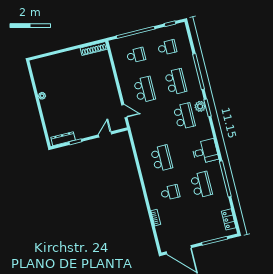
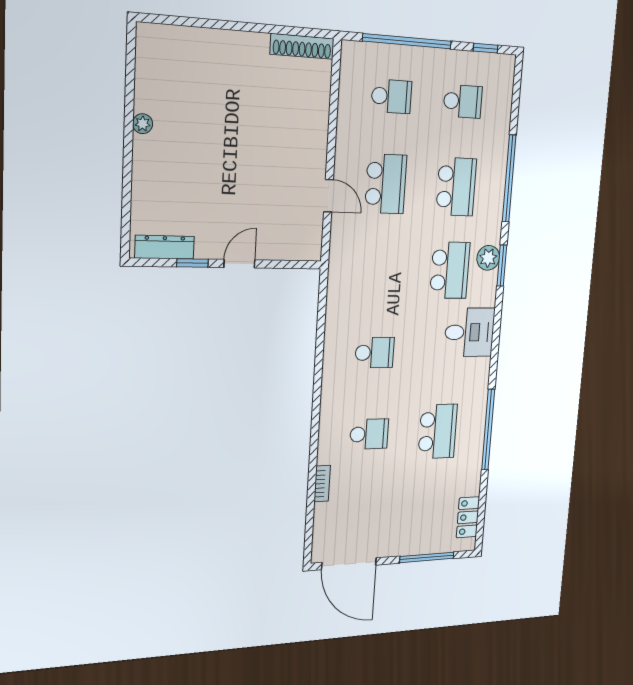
door: (124, 111) -> (328, 196), moved
door: (105, 134) -> (239, 264), moved
desk: (205, 151) -> (469, 332), moved
school desk: (162, 158) -> (375, 353), width x0.54

